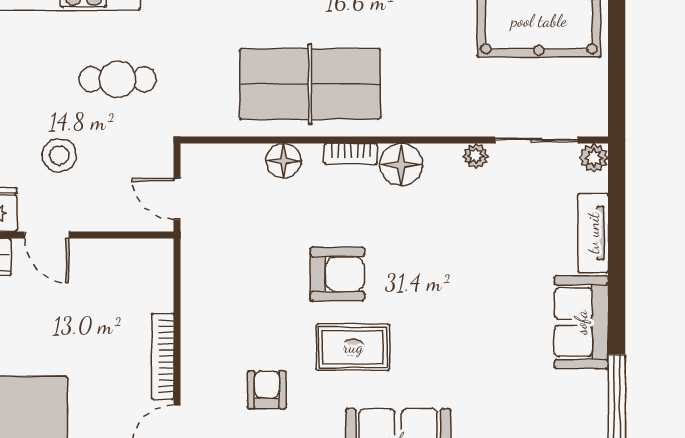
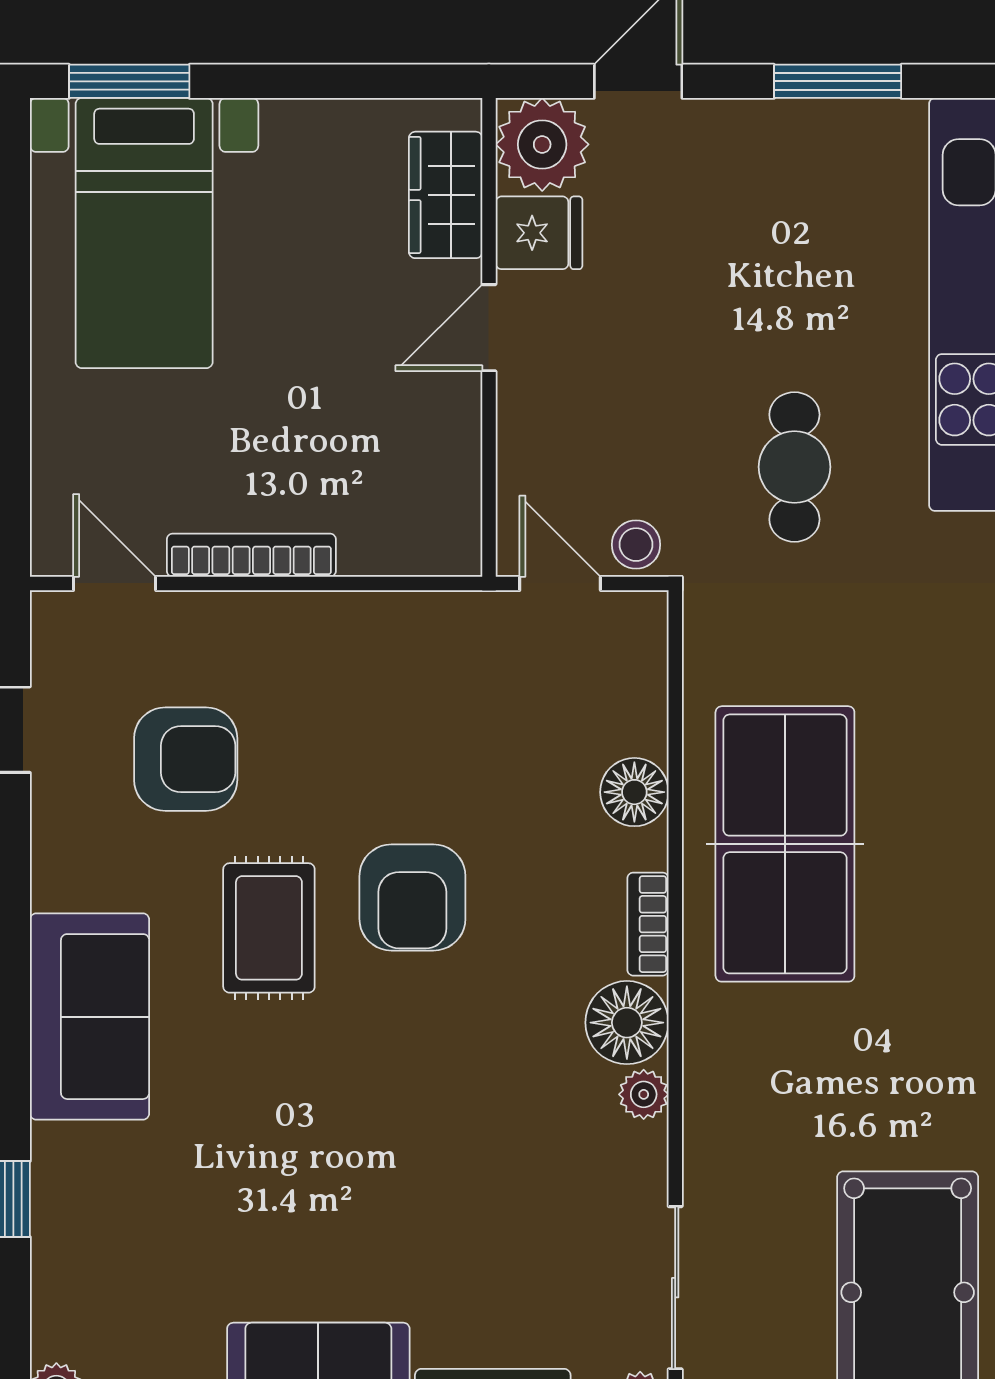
stool: (59, 155) -> (636, 545), moved, width x0.73, depth x0.73
plant: (476, 156) -> (644, 1094), moved
door: (177, 199) -> (560, 583), hinge flipped
armchair: (267, 390) -> (186, 759), width x1.38, depth x1.38

